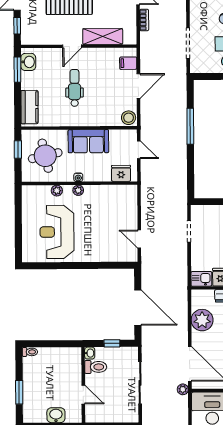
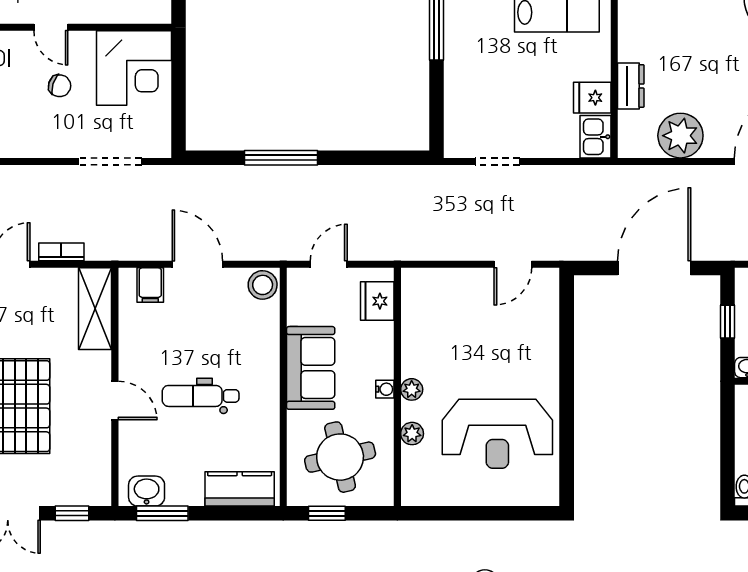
shelving: (103, 37) -> (95, 309), moved

